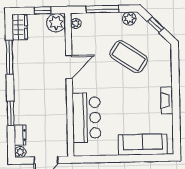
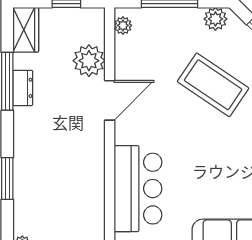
plant: (56, 23) -> (89, 61), moved
dresser: (20, 135) -> (23, 88), moved

